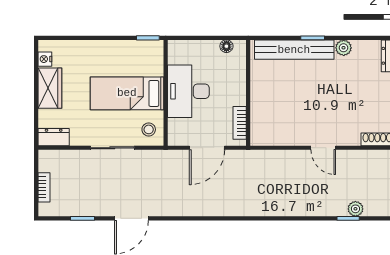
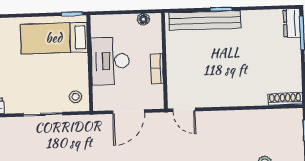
plant: (344, 48) -> (249, 17), removed
bed: (127, 93) -> (54, 38), moved
bookcase: (240, 123) -> (157, 68), moved
door: (323, 148) -> (184, 110), moved

